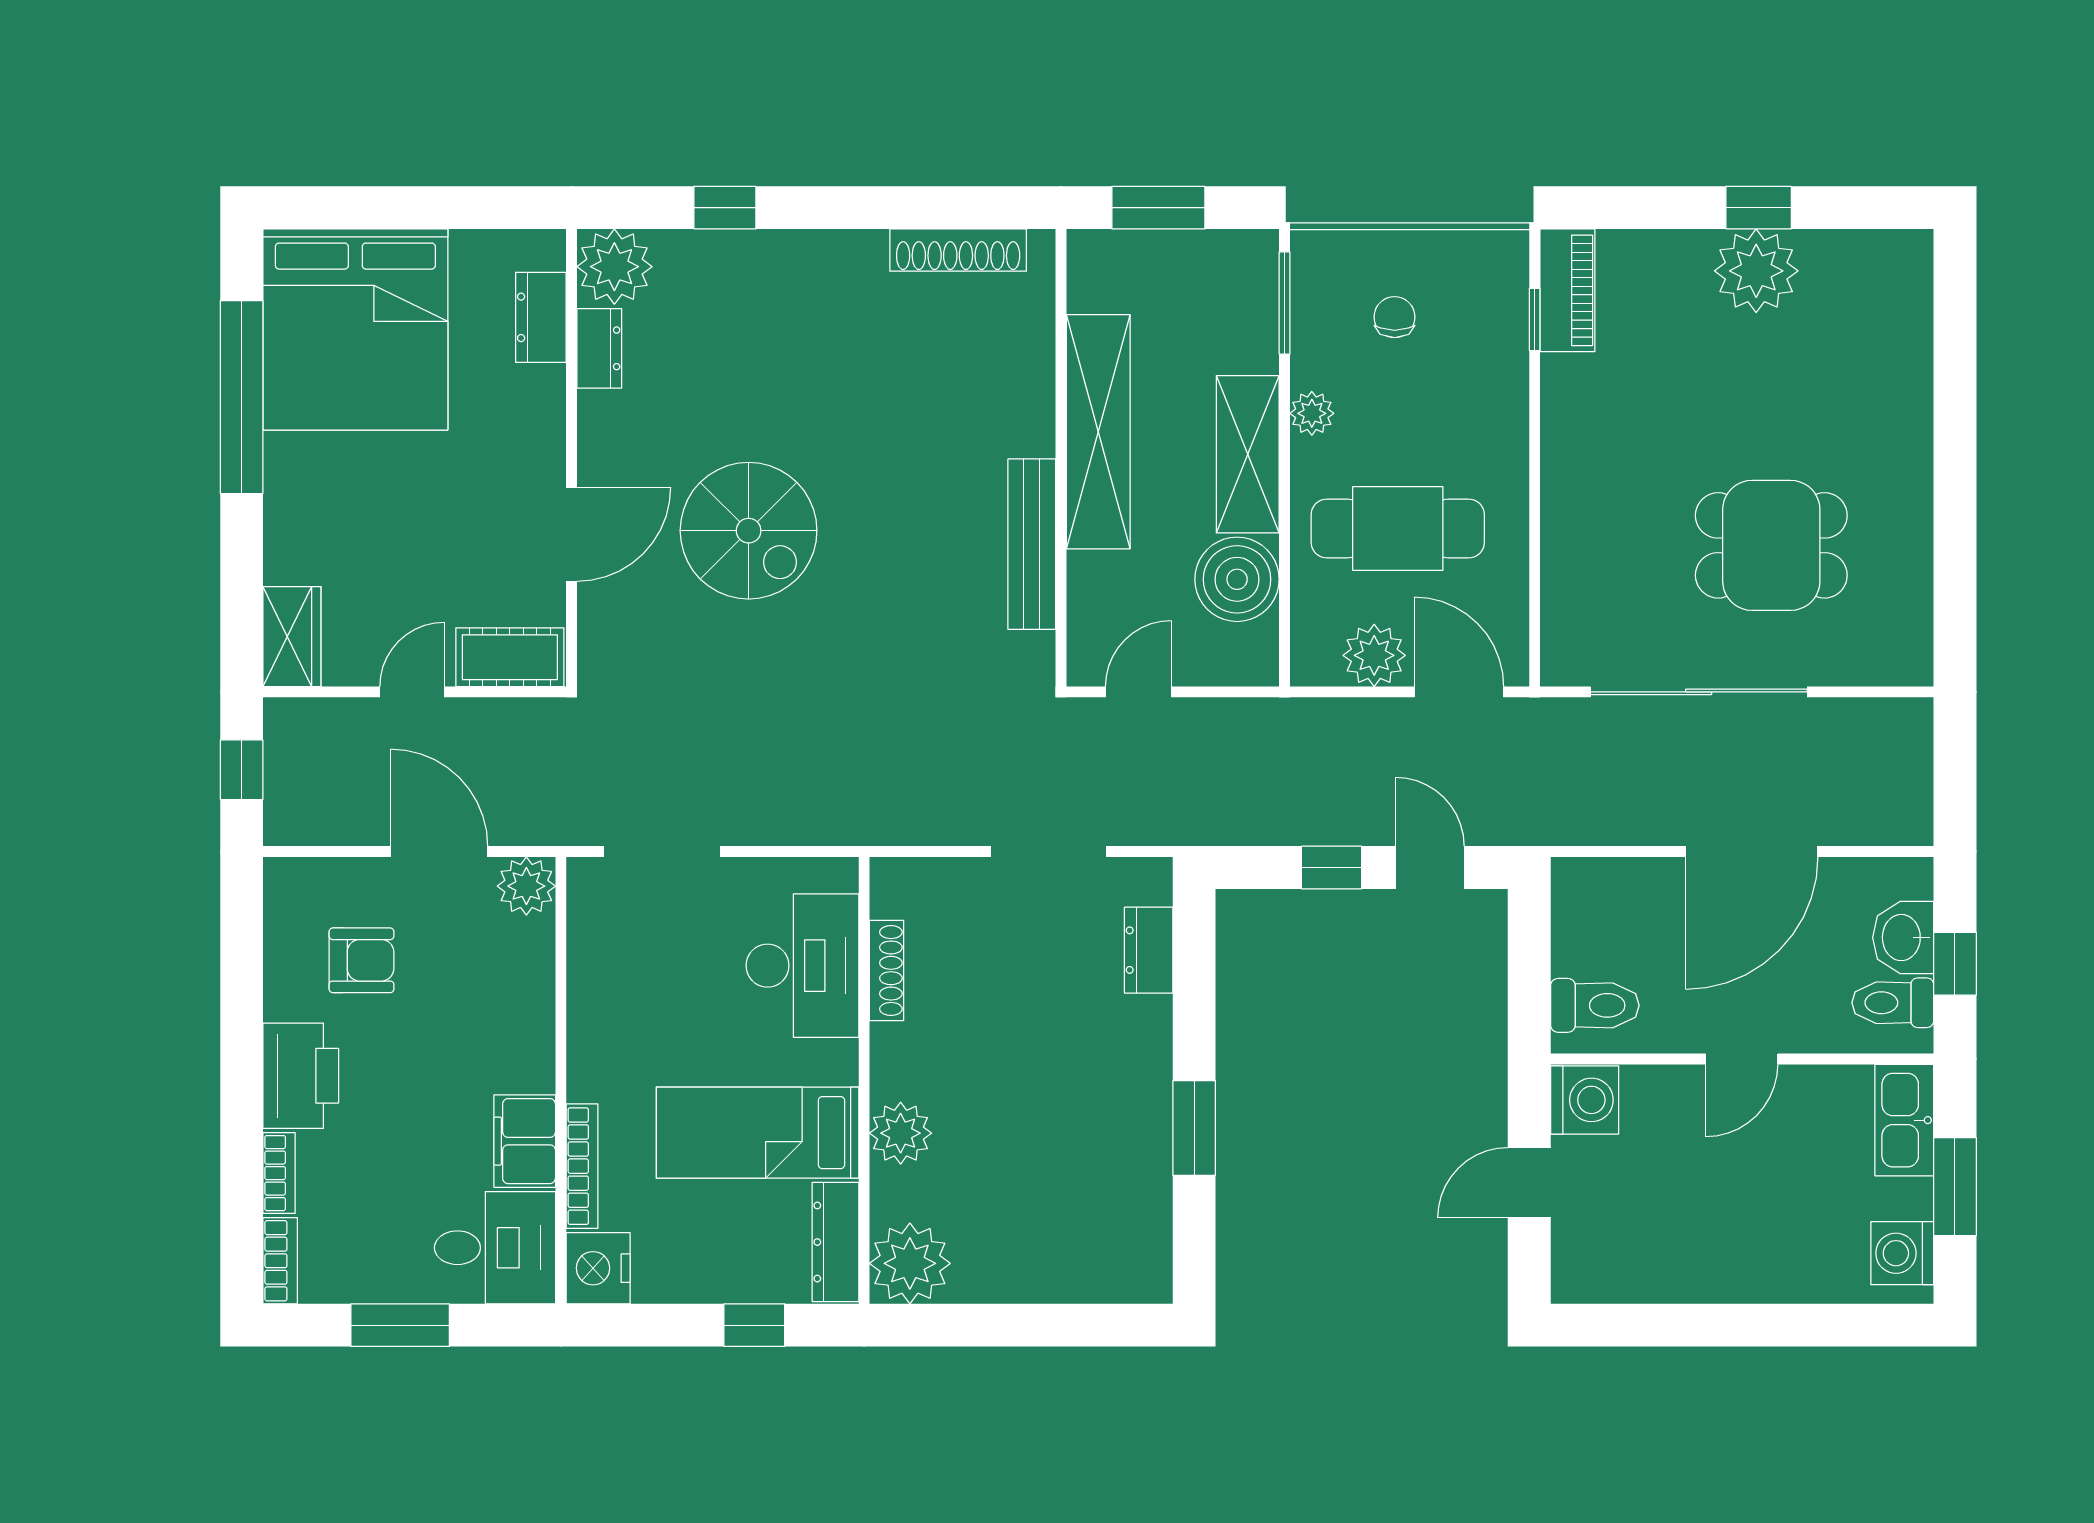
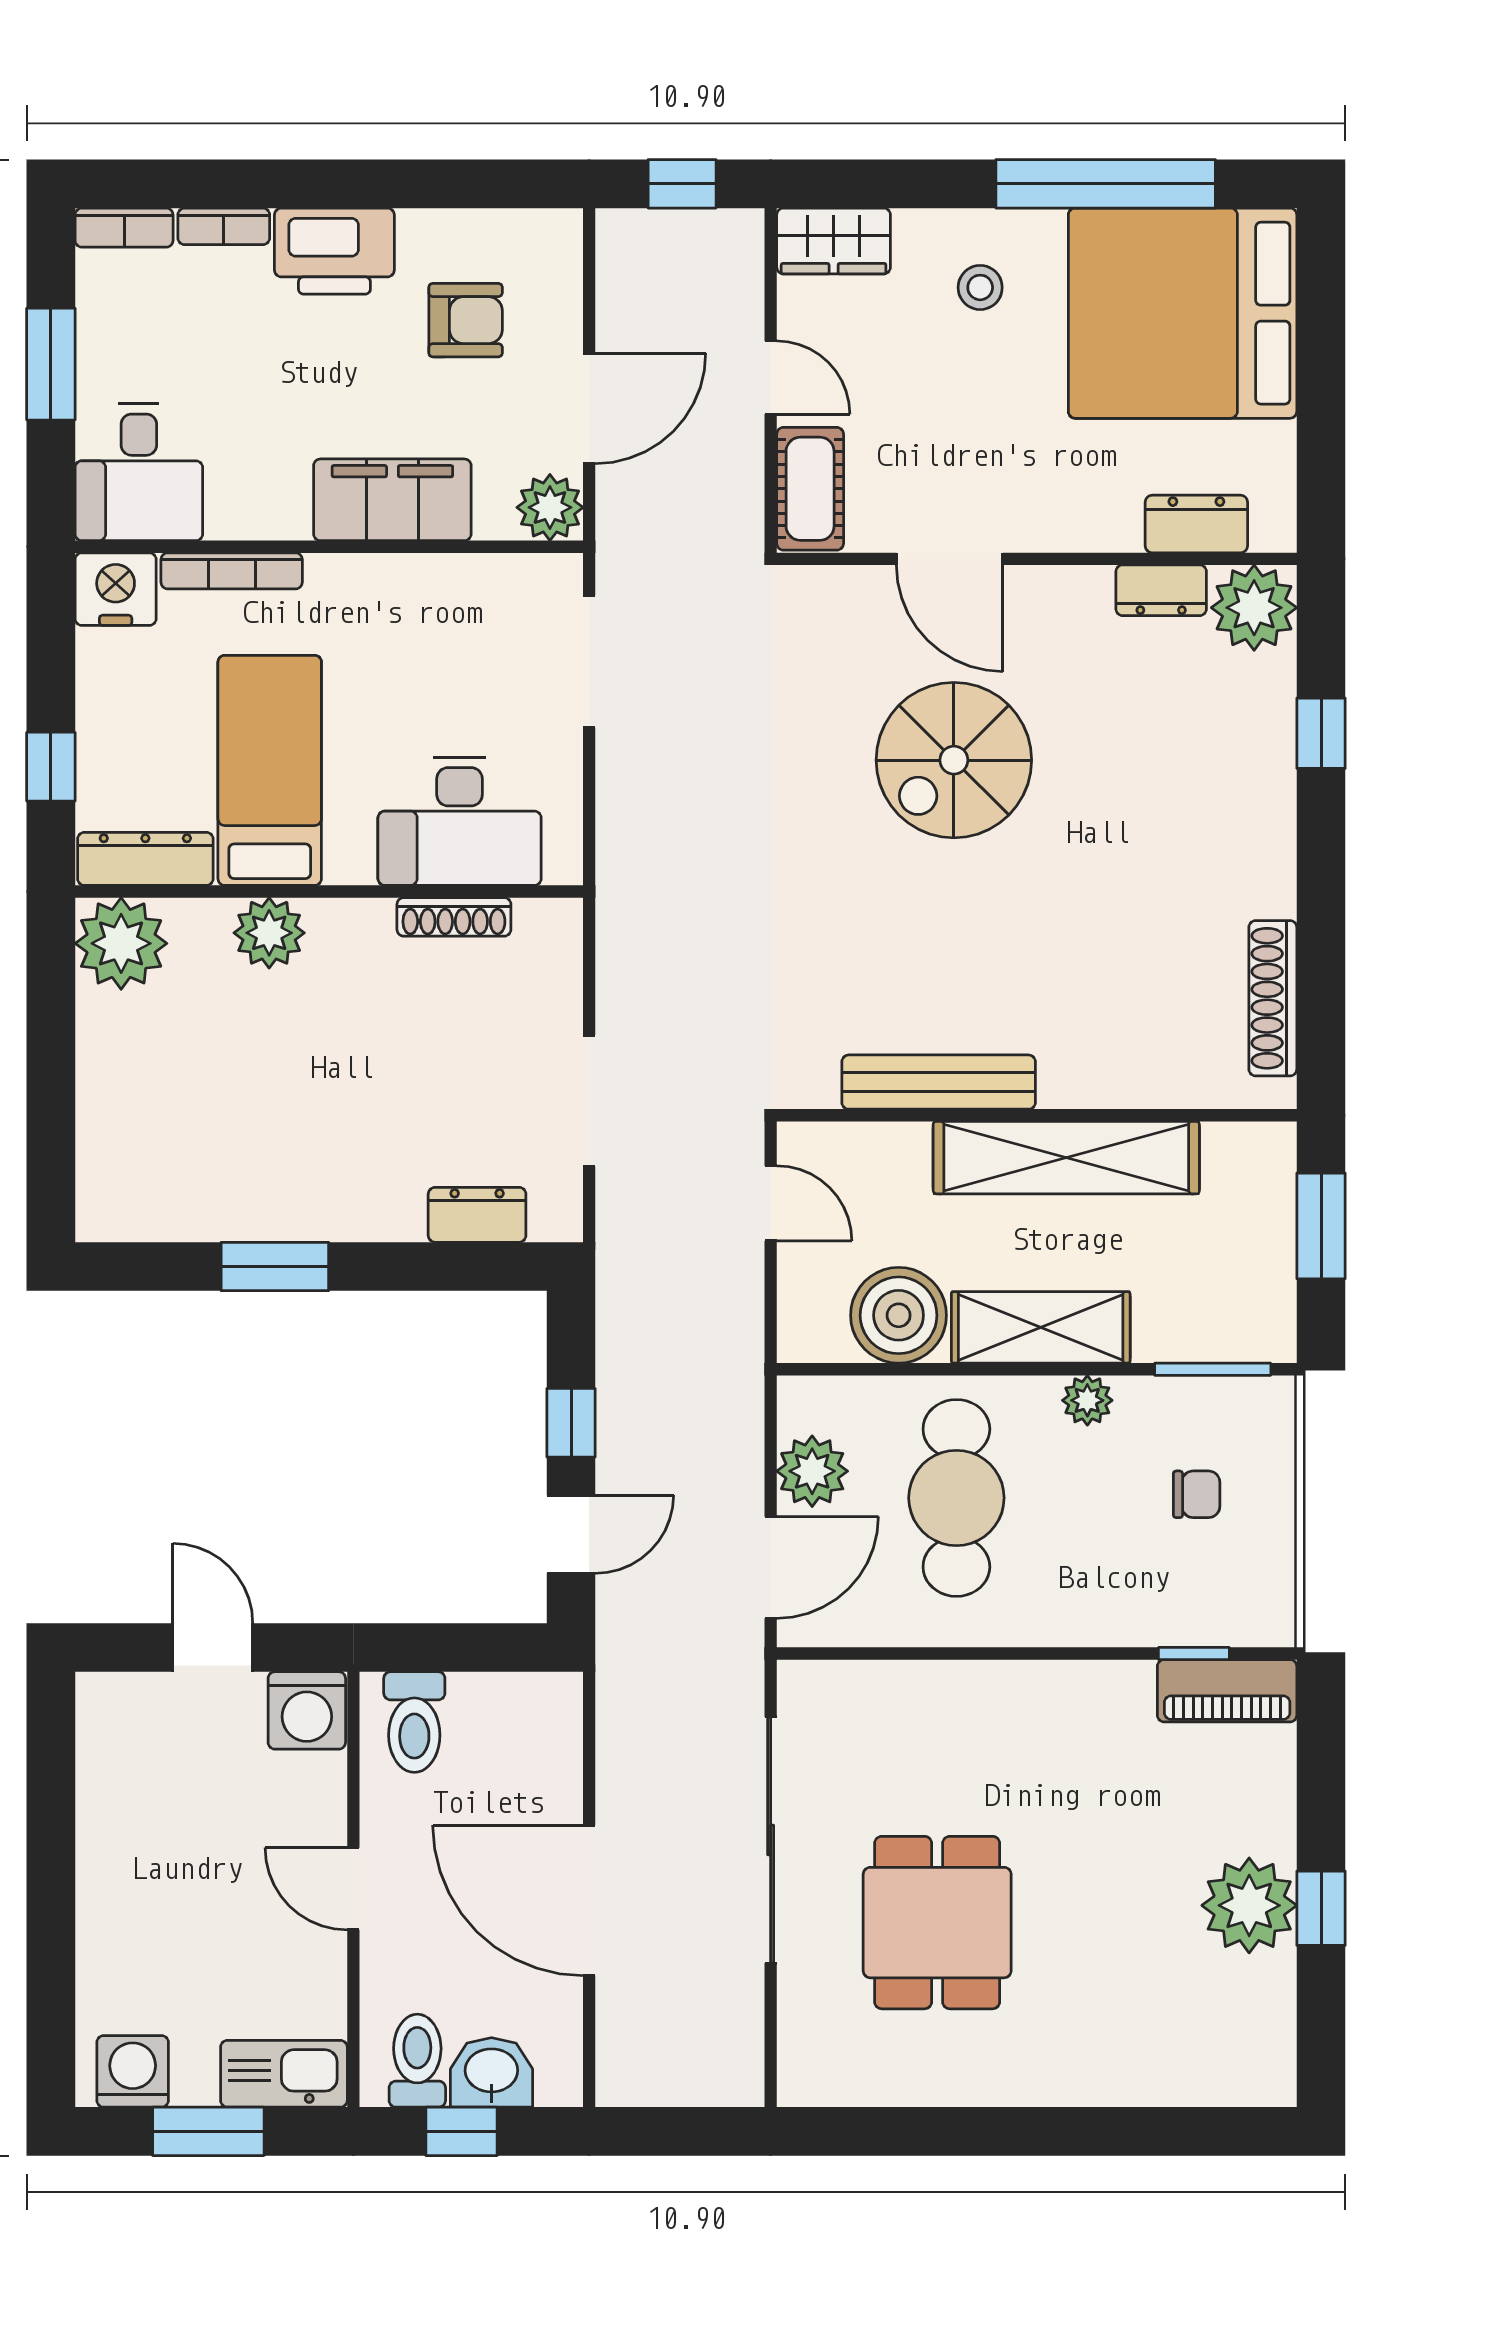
stool: (333, 508) -> (980, 287), added
armchair: (361, 960) -> (466, 320), turned -90
filing cabinet: (525, 1141) -> (392, 500), moved, width x1.50, depth x1.17

